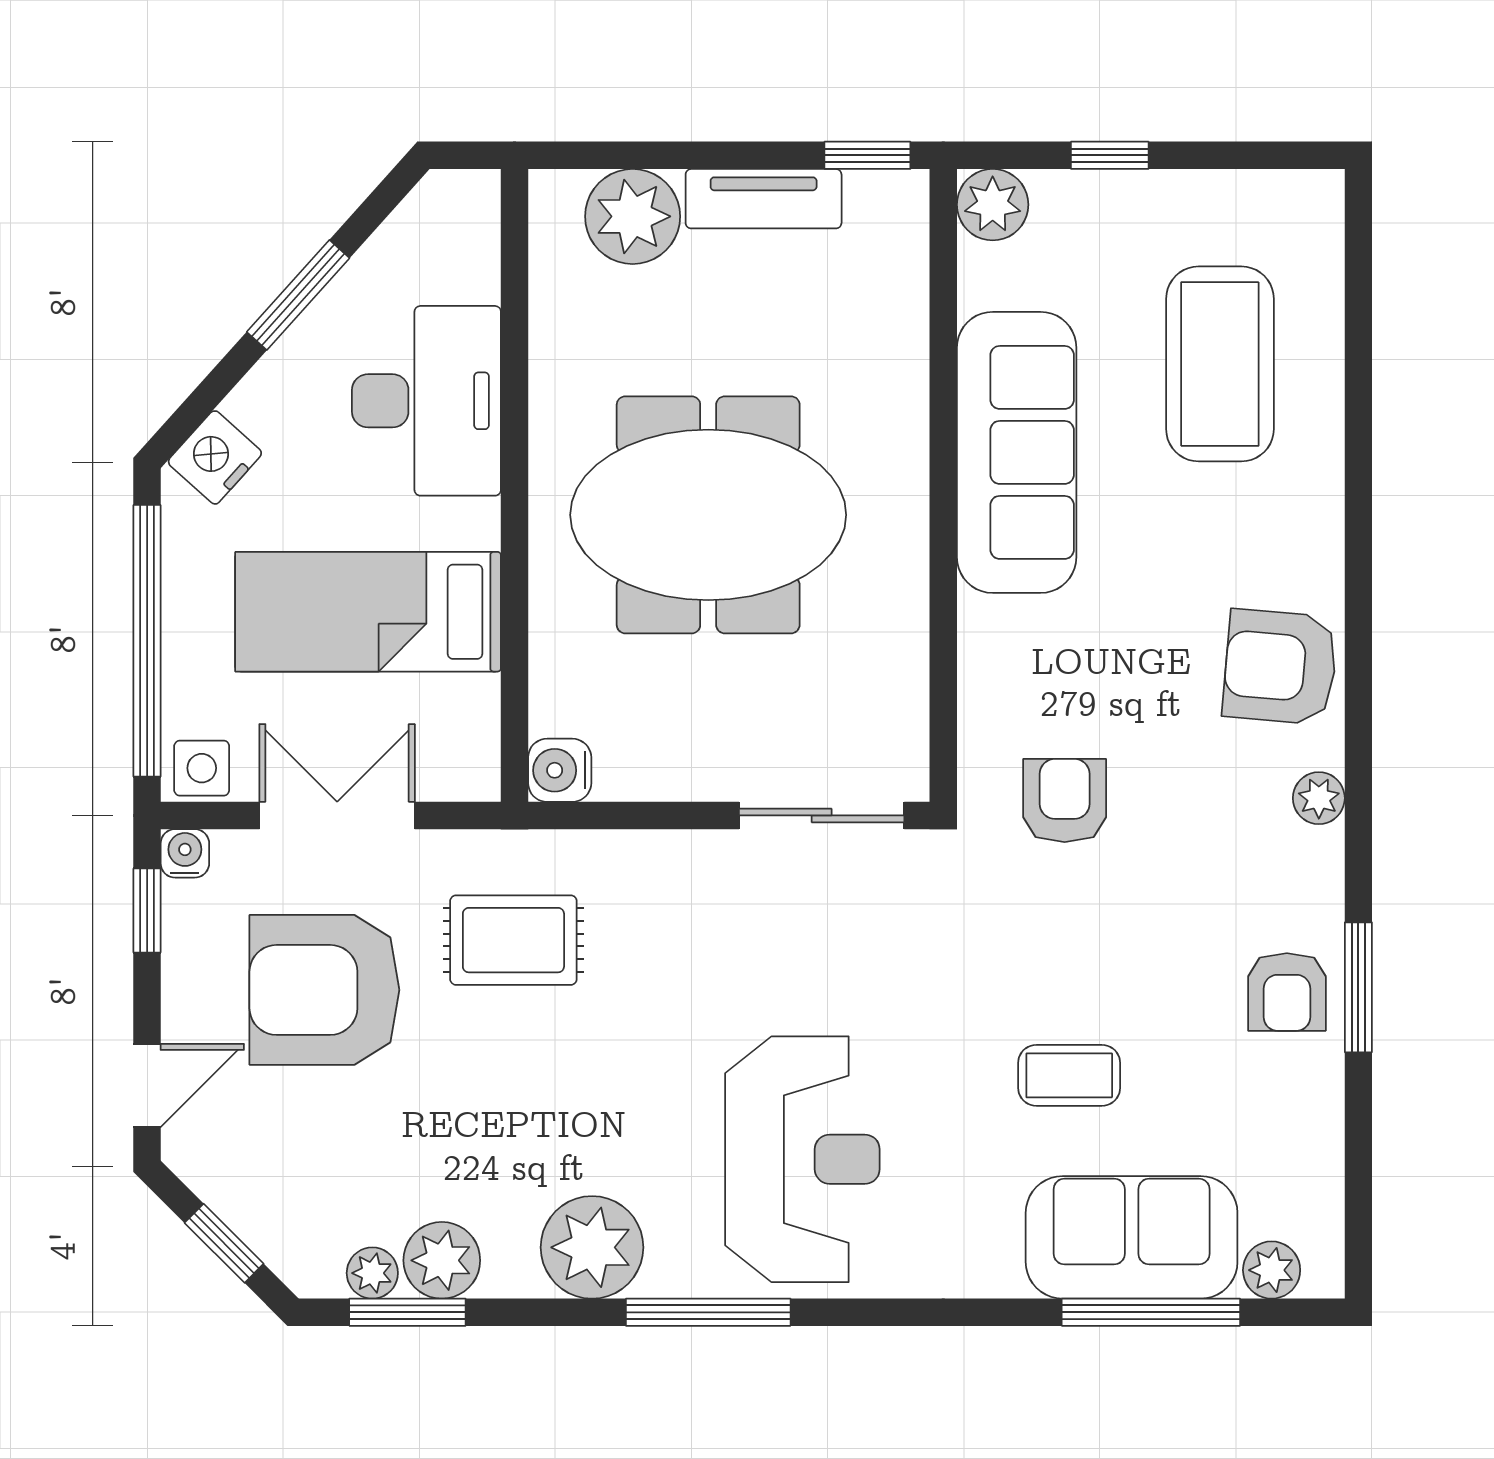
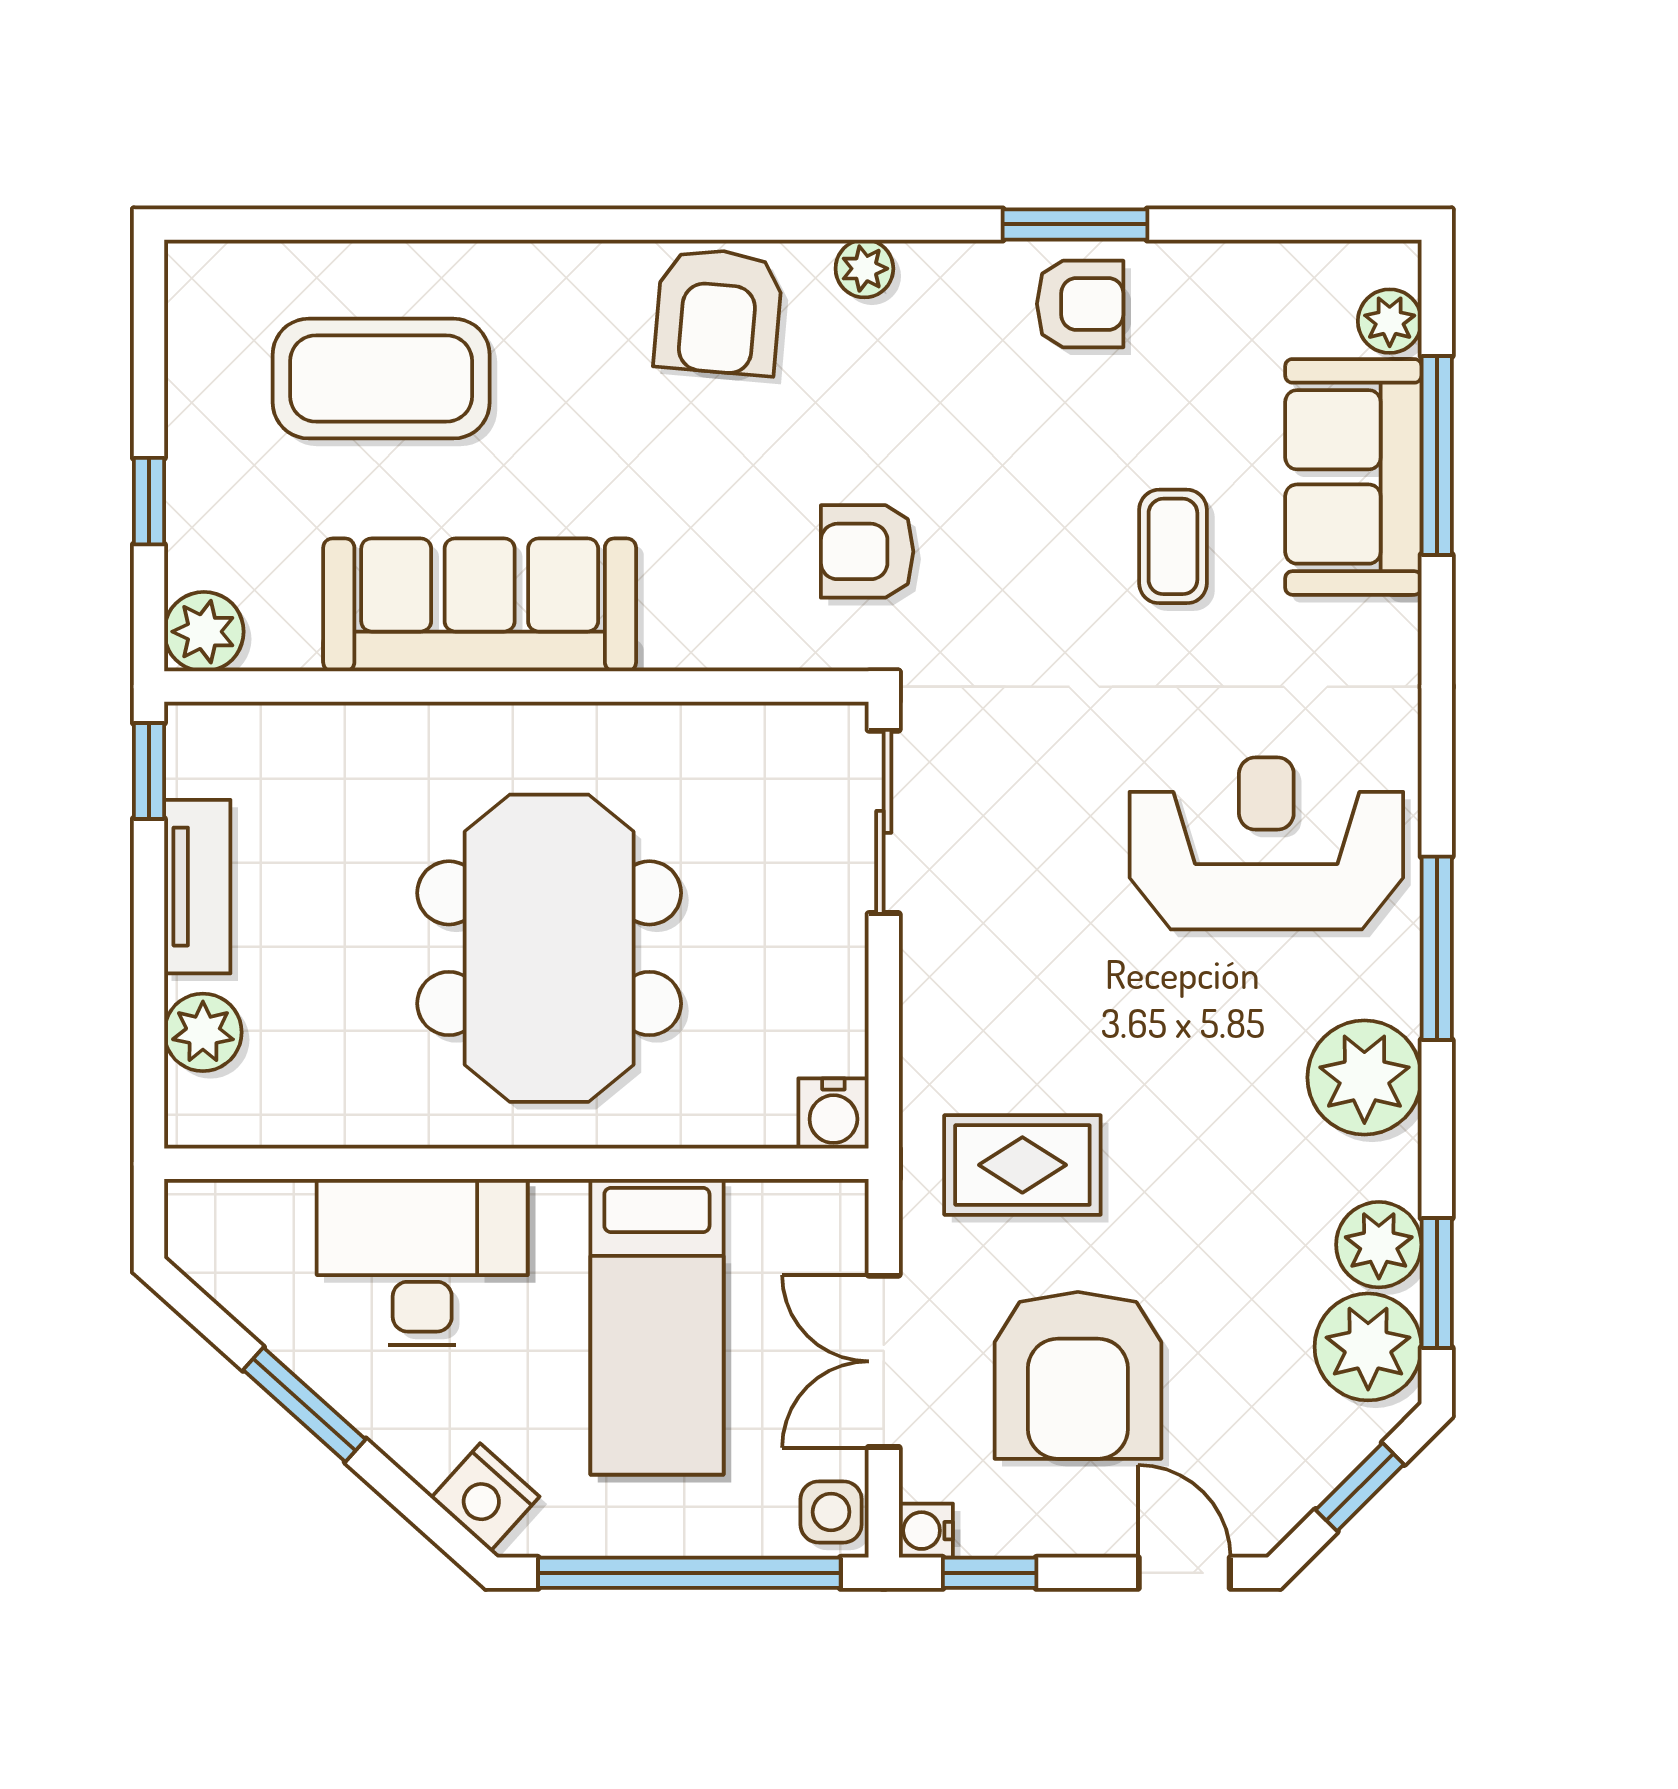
plant: (633, 216) -> (203, 1032), width x0.73, depth x0.73
rug: (513, 940) -> (1022, 1165), turned 90
plant: (372, 1273) -> (1368, 1347), width x1.87, depth x1.87

